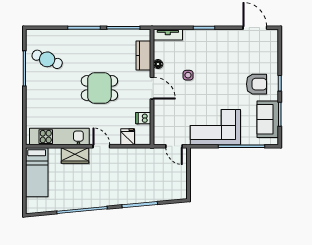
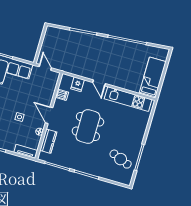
dining table: (99, 88) -> (88, 127), width x1.37
wardrobe: (75, 155) -> (121, 82), removed

